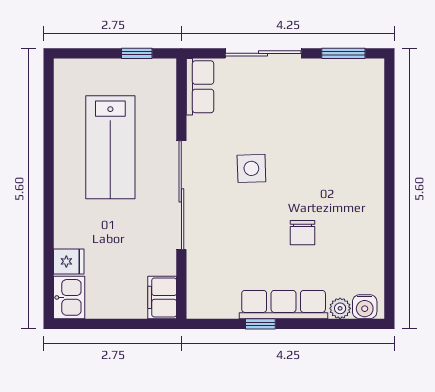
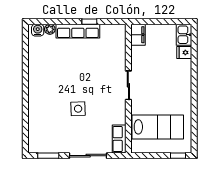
window: (137, 53) -> (178, 156), moved
lab bench: (110, 147) -> (158, 127), moved, turned 90
side table: (251, 168) -> (78, 109), moved
sliding door: (181, 195) -> (128, 85), width x0.54
chair: (303, 233) -> (68, 67), removed

